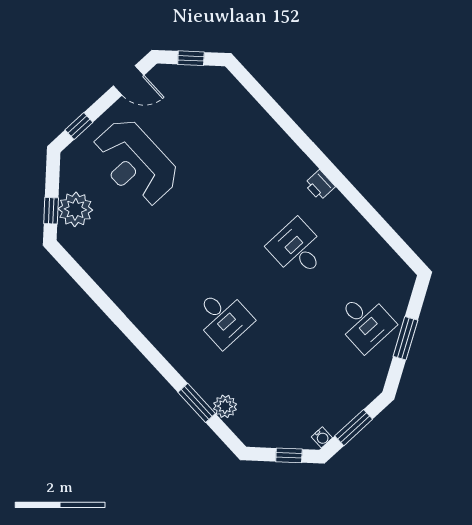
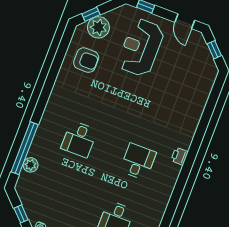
armchair: (114, 251) -> (86, 60), added
window: (197, 403) -> (25, 148), width x2.11

